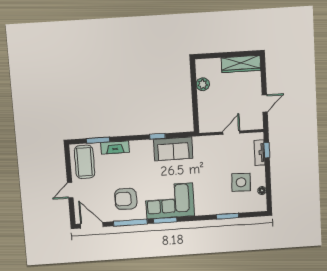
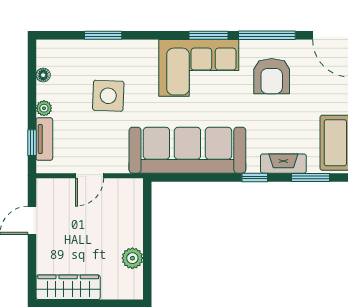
window: (157, 136) -> (255, 177), moved
sofa: (173, 149) -> (187, 150), width x1.85, depth x1.27
plant: (261, 171) -> (44, 108), added
side table: (241, 182) -> (108, 96), moved
armchair: (126, 199) -> (272, 76), turned 90

